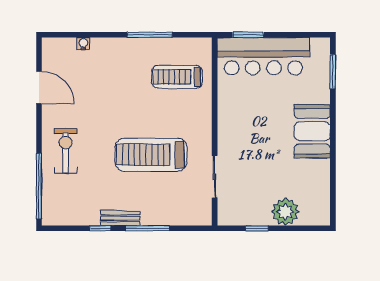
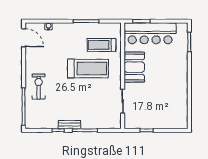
door: (39, 87) -> (24, 38), moved
booth: (312, 131) -> (134, 67), moved
treadmill: (151, 155) -> (88, 69), moved, turned 180
plant: (285, 212) -> (163, 121), removed

